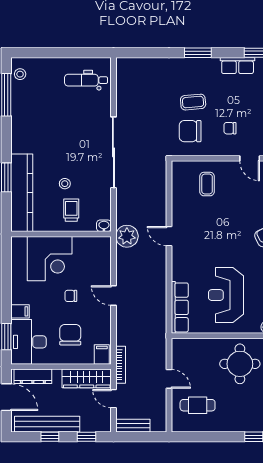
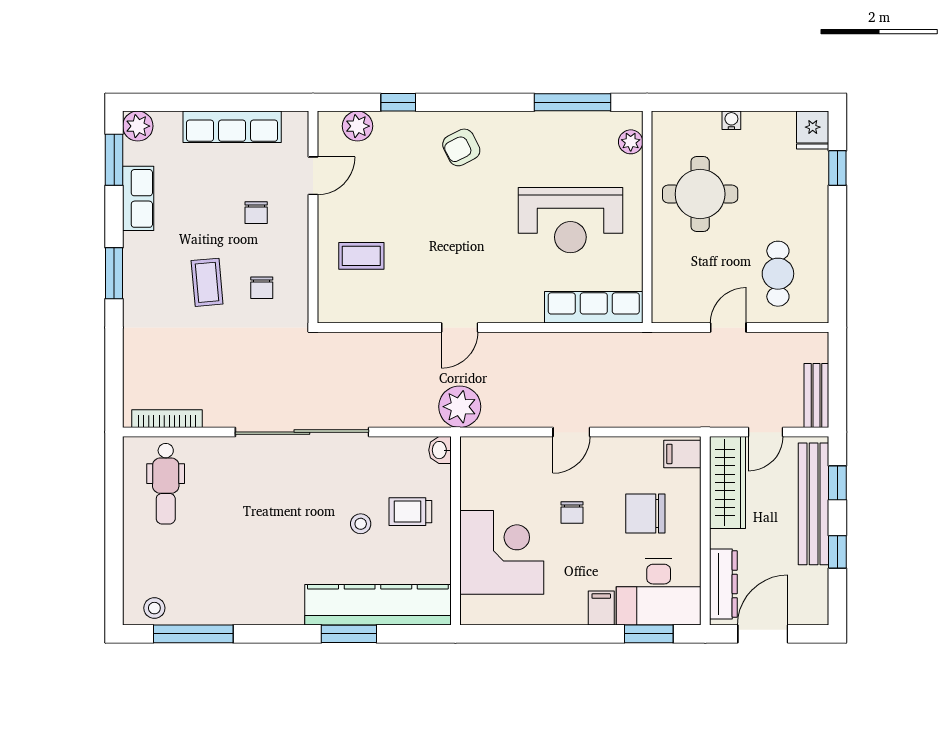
chair: (190, 131) -> (262, 288), width x0.54, depth x0.54
bookcase: (121, 365) -> (167, 419), moved
bench: (47, 424) -> (814, 504), moved

